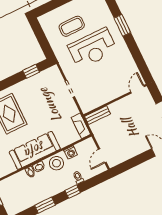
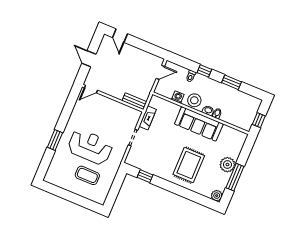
fireplace: (81, 126) -> (148, 118), moved

